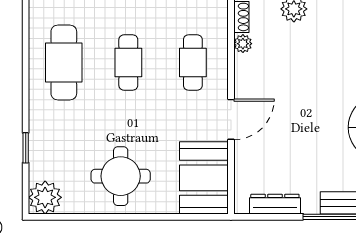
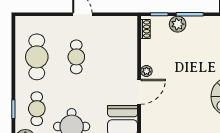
plant: (243, 44) -> (146, 71), moved
cafe table: (193, 63) -> (37, 109), moved

